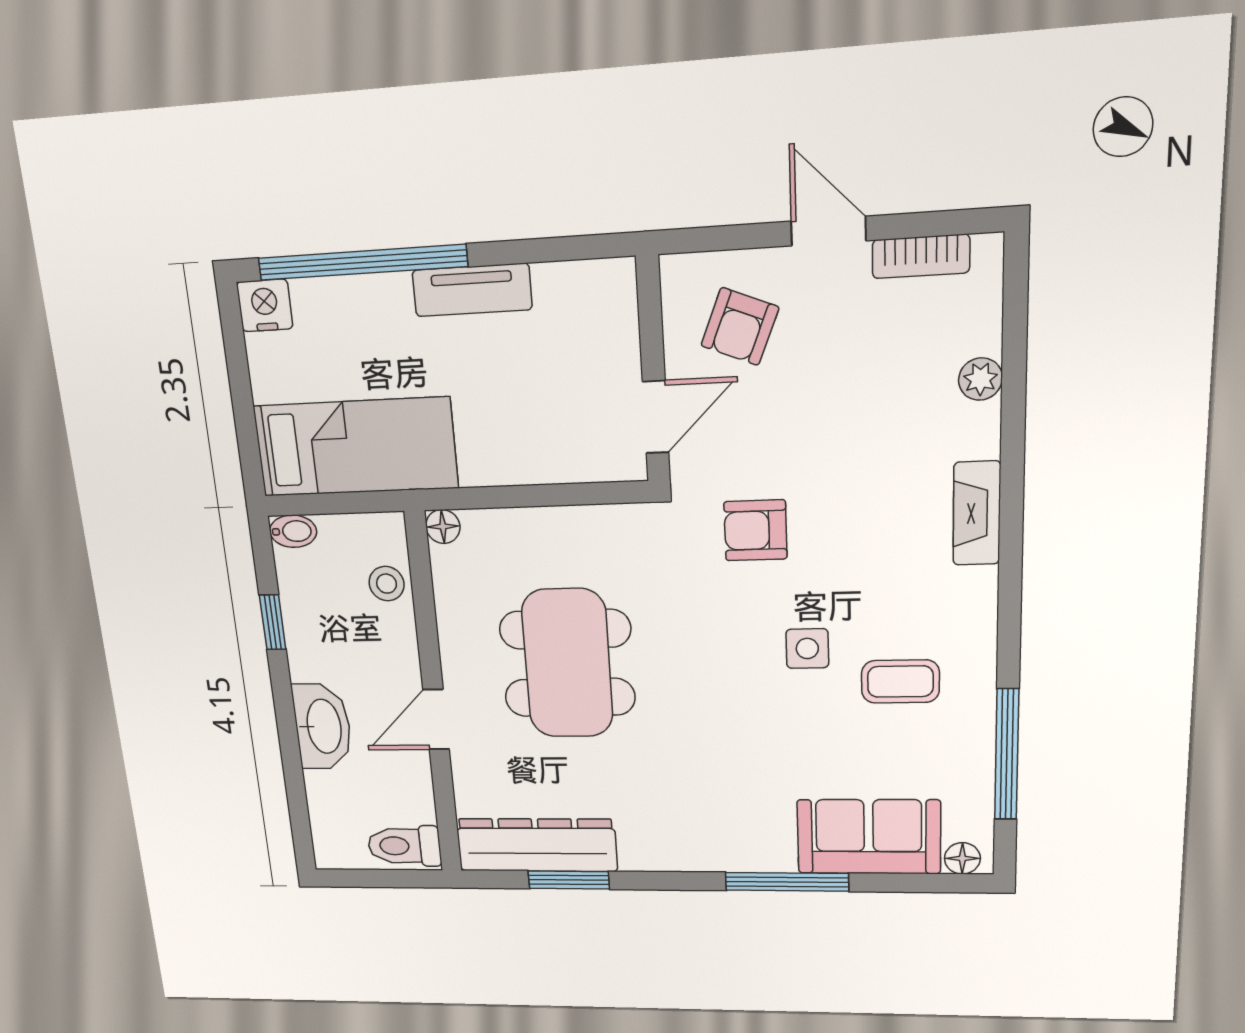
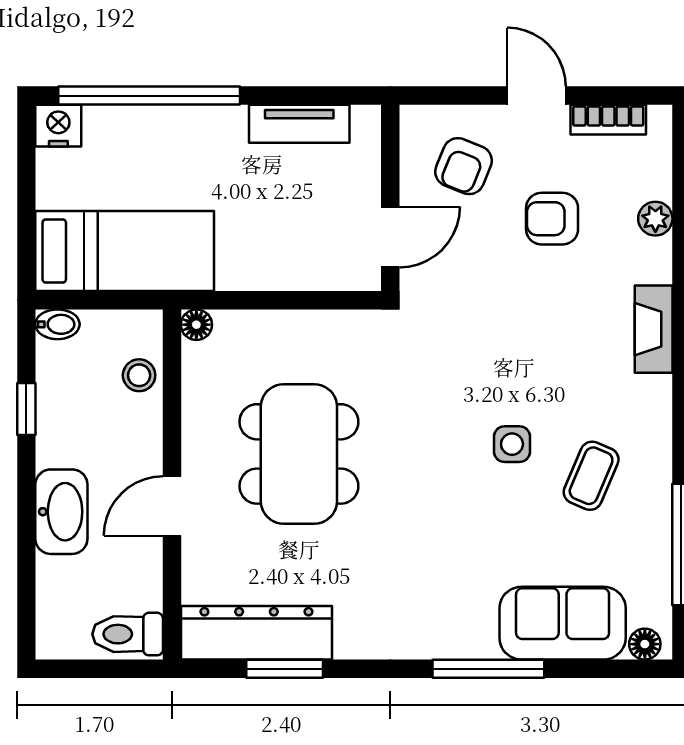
tv unit: (472, 290) -> (299, 124), moved
armchair: (755, 530) -> (552, 219), moved
coffee table: (900, 681) -> (591, 476), turned -67

